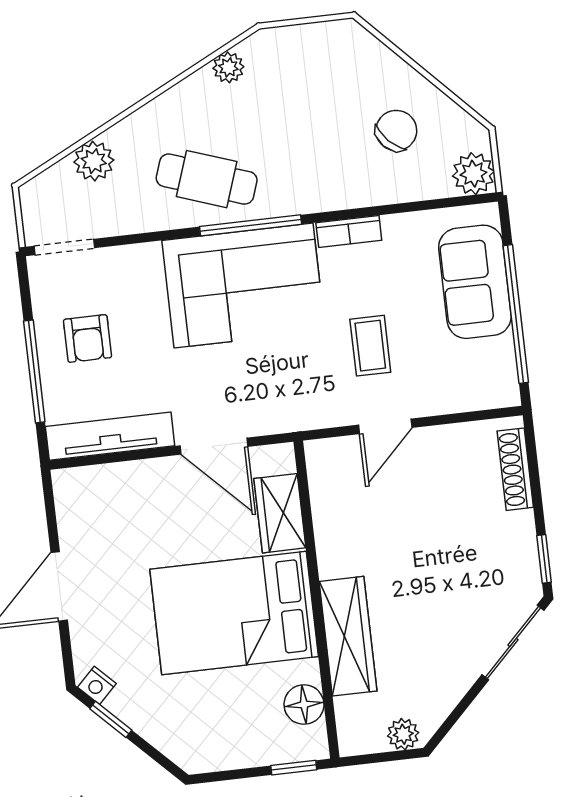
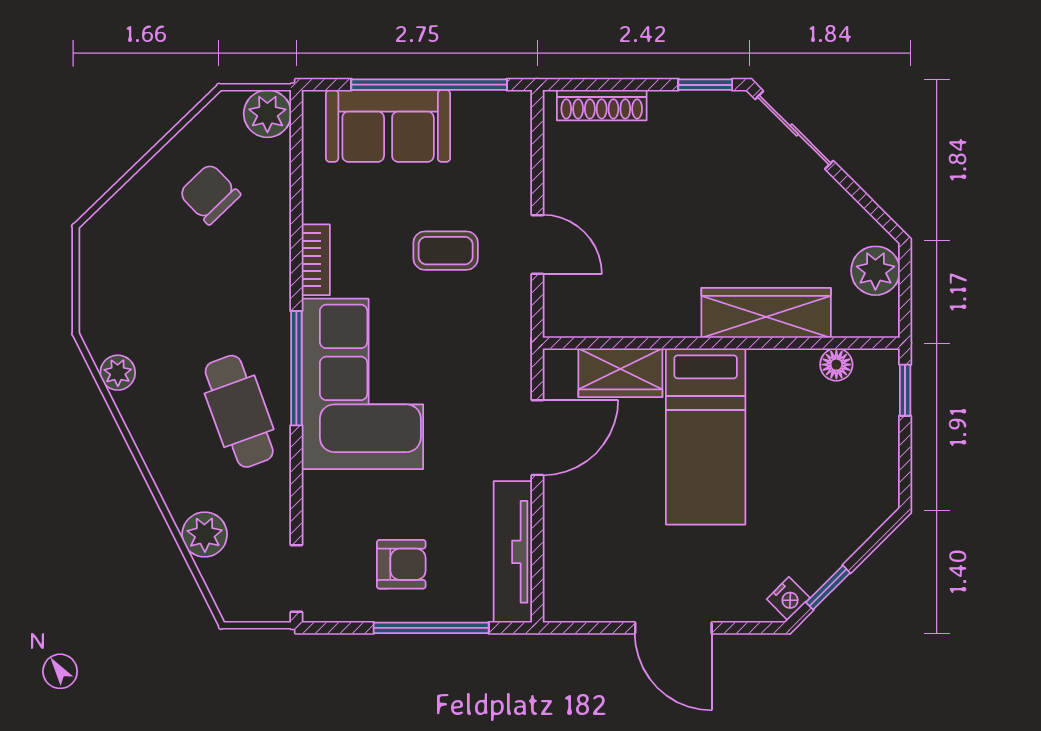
cafe table: (207, 179) -> (239, 411), turned -39
bed: (234, 613) -> (706, 437), width x0.67
floor lamp: (304, 705) -> (836, 365), width x0.73, depth x0.73
plant: (403, 734) -> (875, 271), width x1.38, depth x1.38

